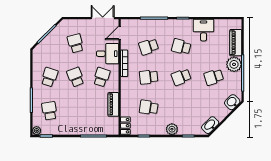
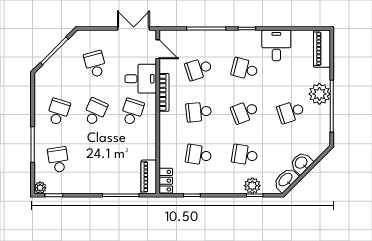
door: (120, 33) -> (158, 49), swing flipped
piano: (236, 43) -> (322, 49), moved
school desk: (76, 77) -> (95, 112), turned 45
washbasin: (232, 102) -> (301, 163), moved
piano: (113, 104) -> (149, 177), moved
school desk: (181, 107) -> (245, 155), added
plant: (172, 129) -> (252, 186), moved

